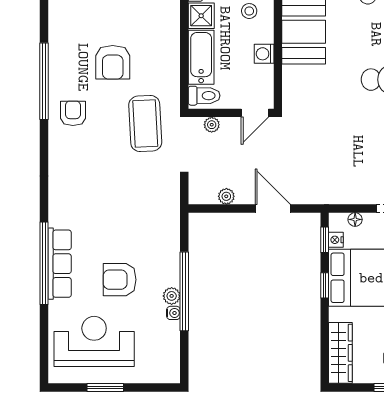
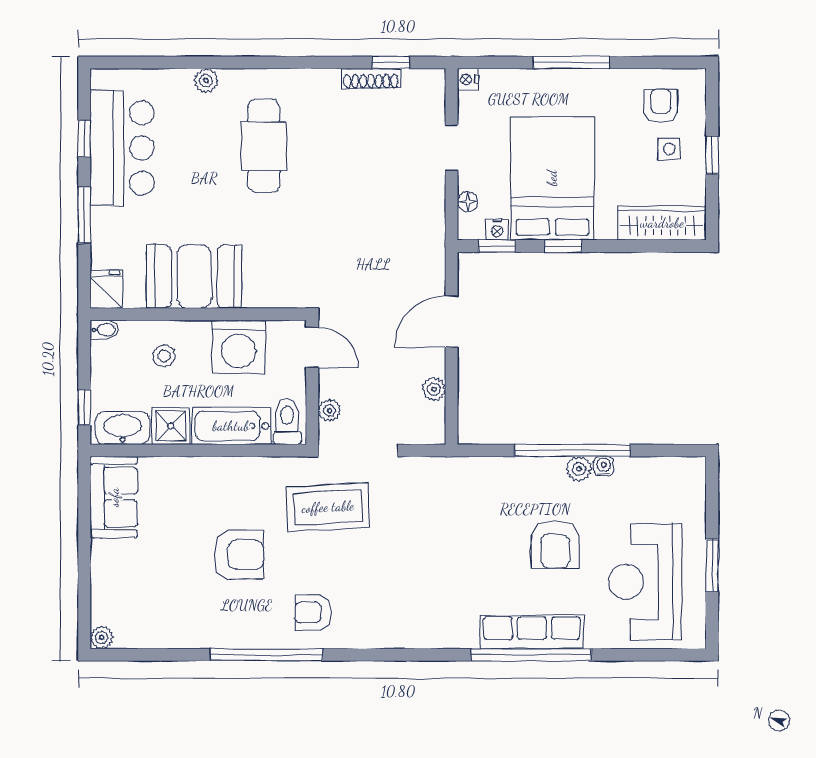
washing machine: (264, 54) -> (239, 347), width x1.89, depth x1.89

